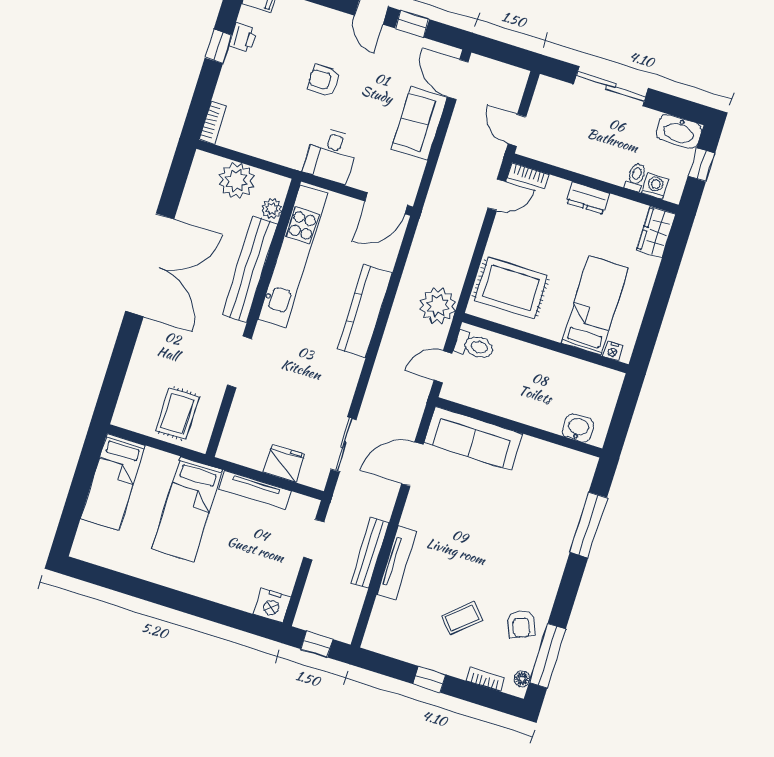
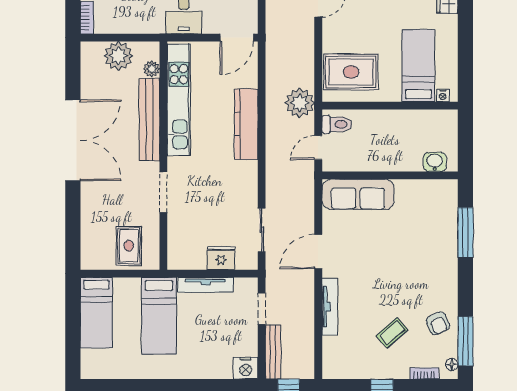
door: (412, 464) -> (318, 252), moved
bench: (370, 553) -> (273, 352), moved

